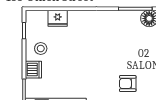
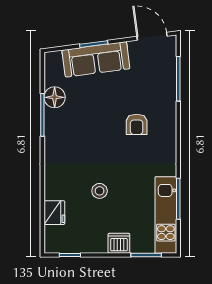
stool: (41, 48) -> (100, 191), moved

